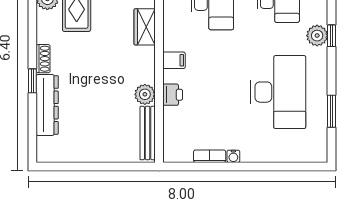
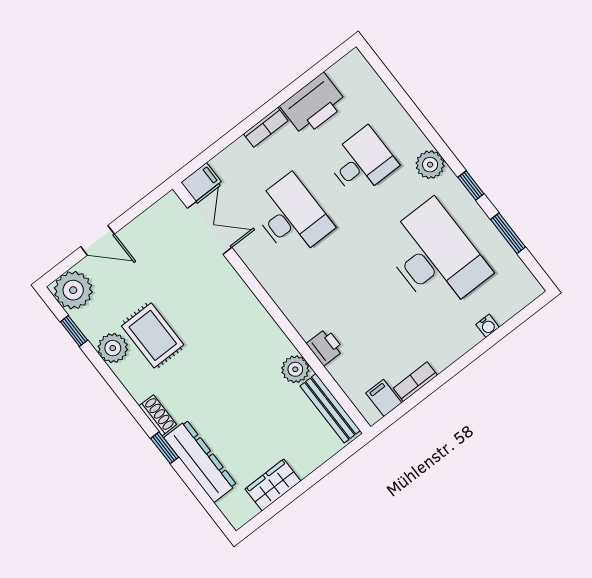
wardrobe: (145, 27) -> (273, 485), moved, turned 90
window: (332, 36) -> (471, 185), moved
filing cabinet: (174, 60) -> (384, 398), moved, turned -90
water cooler: (233, 156) -> (488, 326), moved

